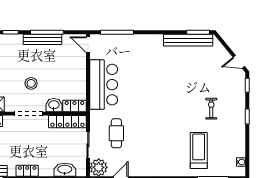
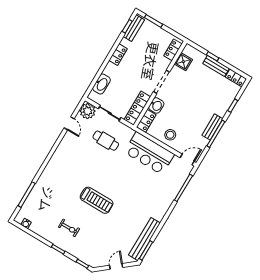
bench: (42, 39) -> (212, 127), width x0.73
door: (239, 62) -> (116, 266), moved
stool: (31, 83) -> (170, 135), moved
exercise bike: (211, 109) -> (69, 228), moved
treadmill: (199, 150) -> (97, 200), moved

